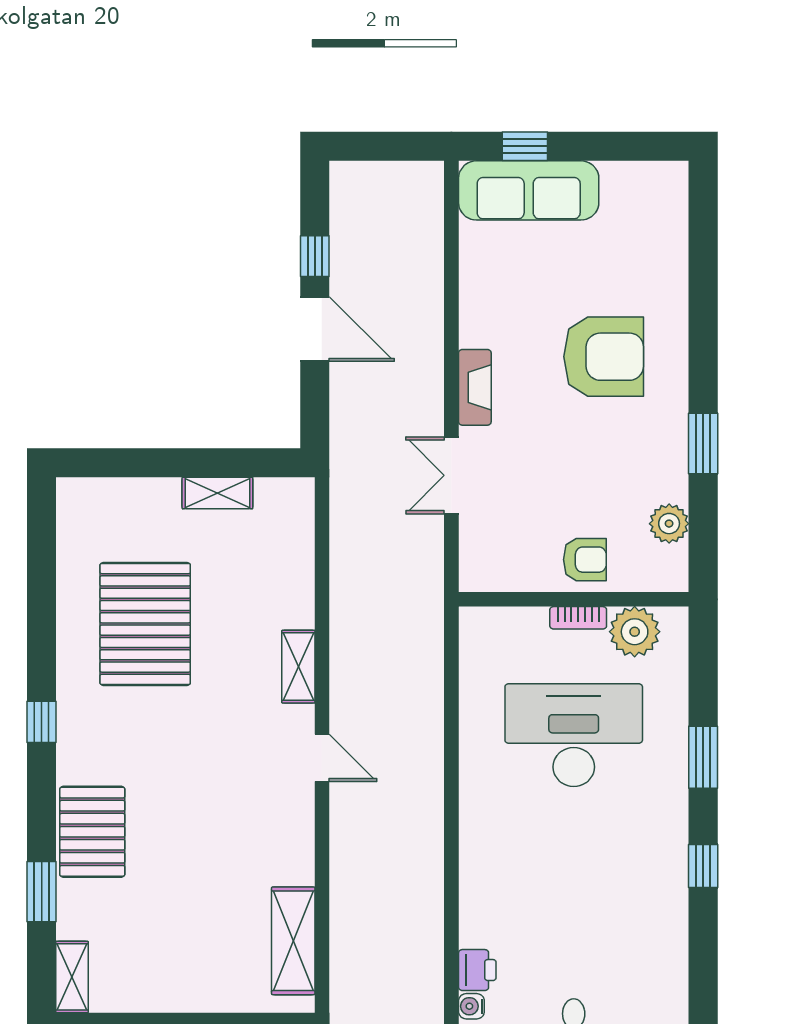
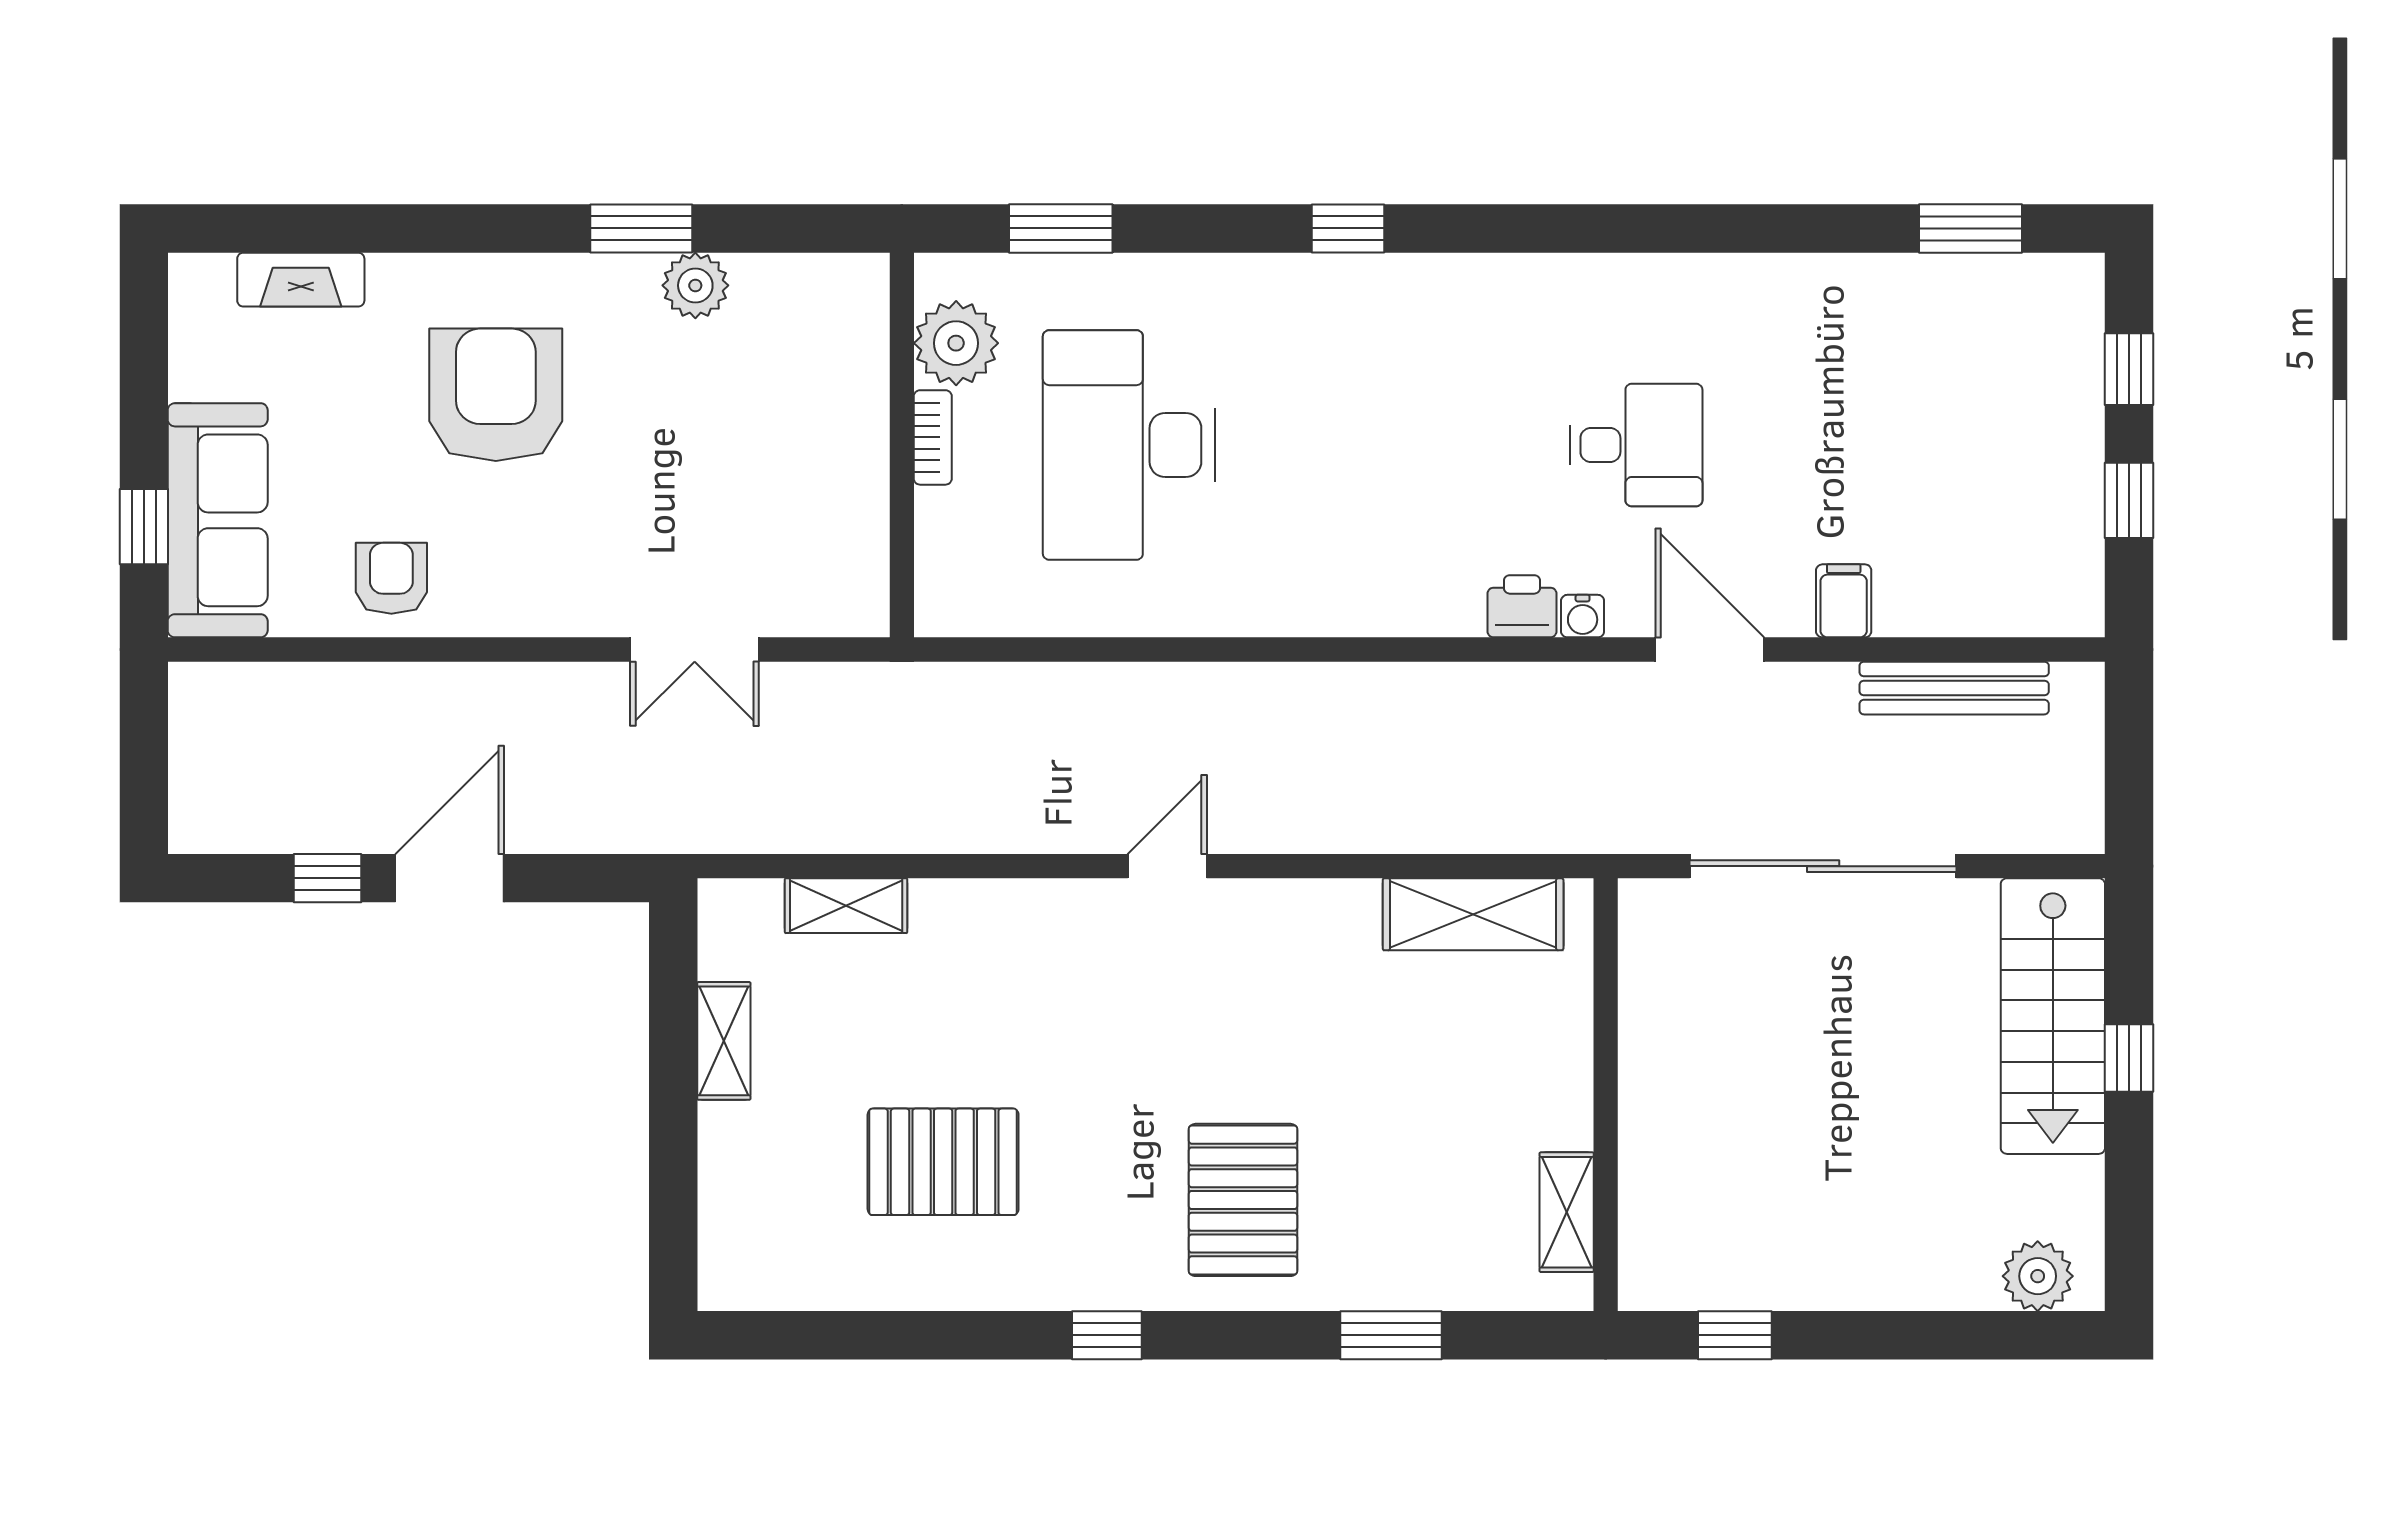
fireplace: (475, 387) -> (301, 280), moved, turned 180
plant: (669, 524) -> (695, 285), moved
armchair: (585, 560) -> (391, 578), moved
pallet: (145, 624) -> (943, 1162), width x0.73, depth x0.71
shelving: (298, 667) -> (846, 906), moved
window: (703, 757) -> (1061, 228), moved
pallet: (92, 832) -> (1243, 1200), moved, turned 90
shelving: (72, 977) -> (1567, 1212), moved, turned 90

